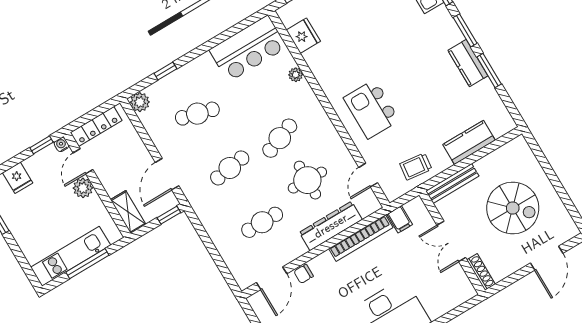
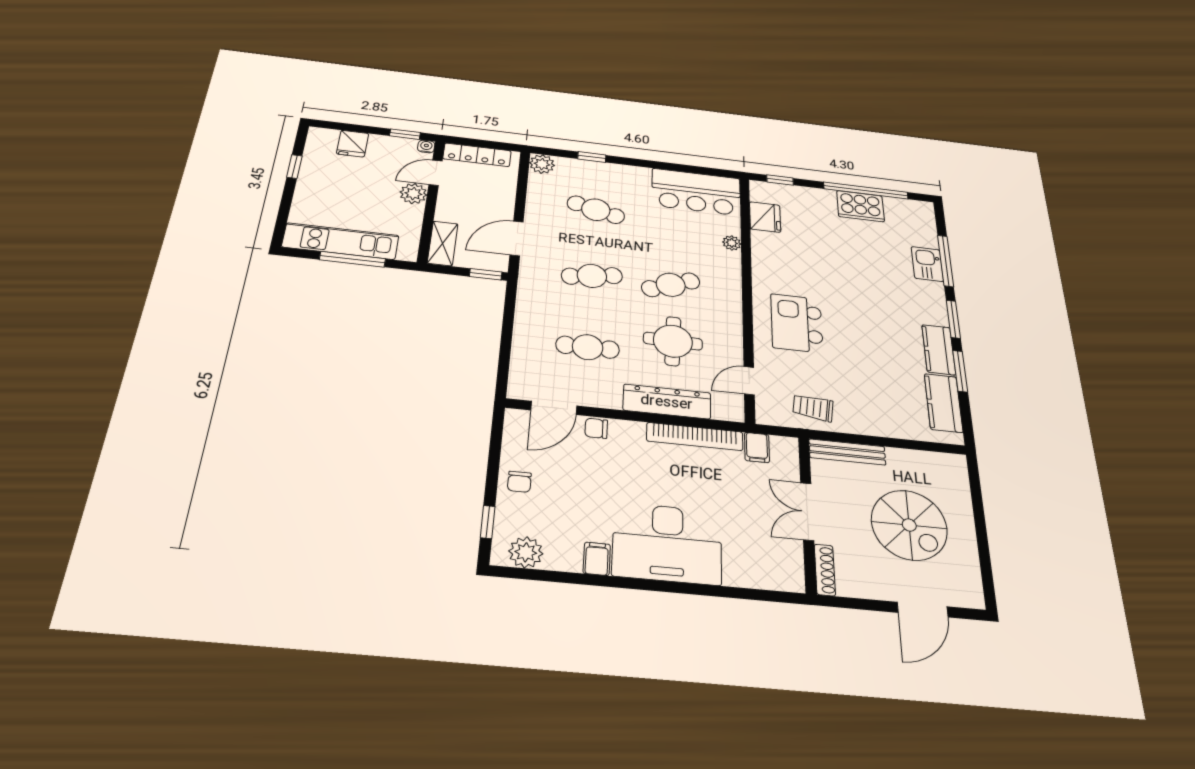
kitchen counter: (469, 142) -> (944, 403), moved, turned -90

